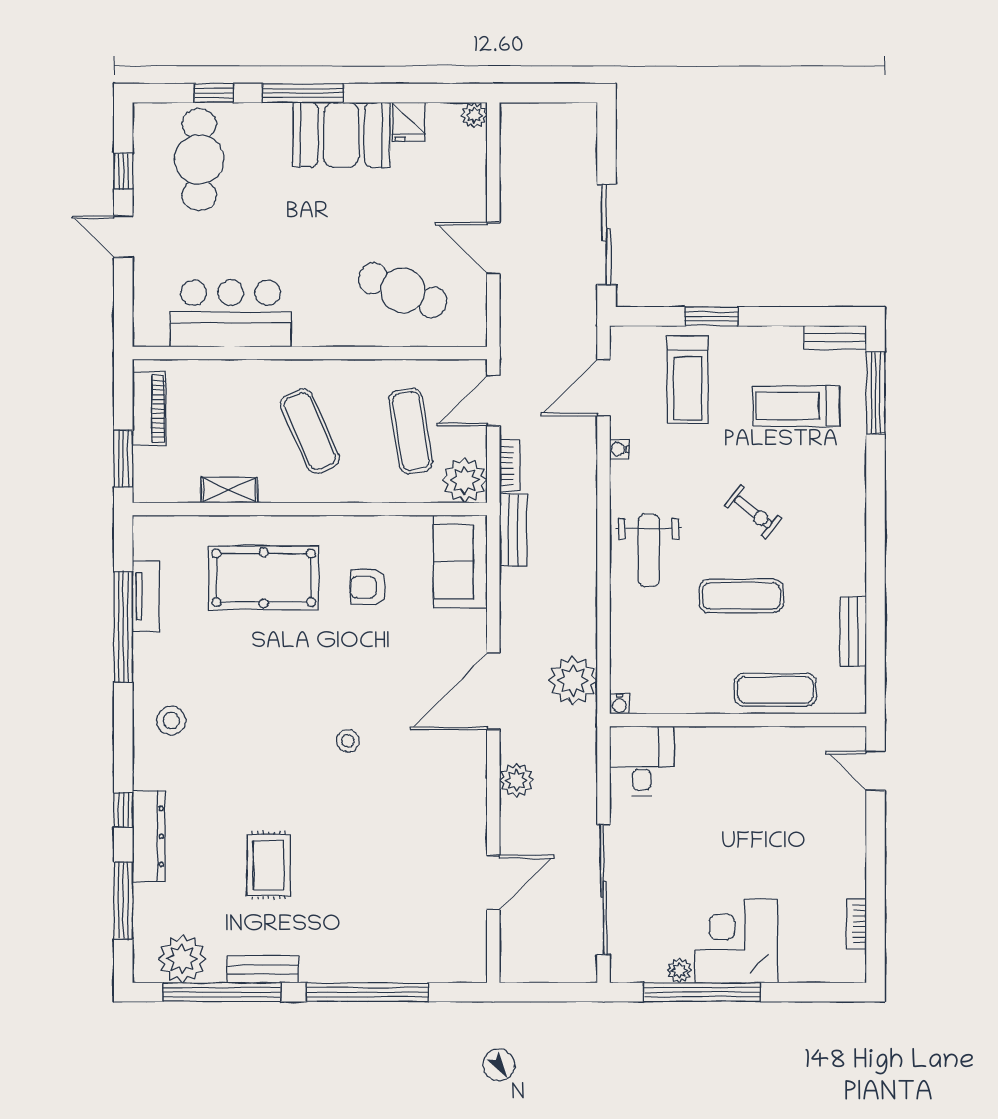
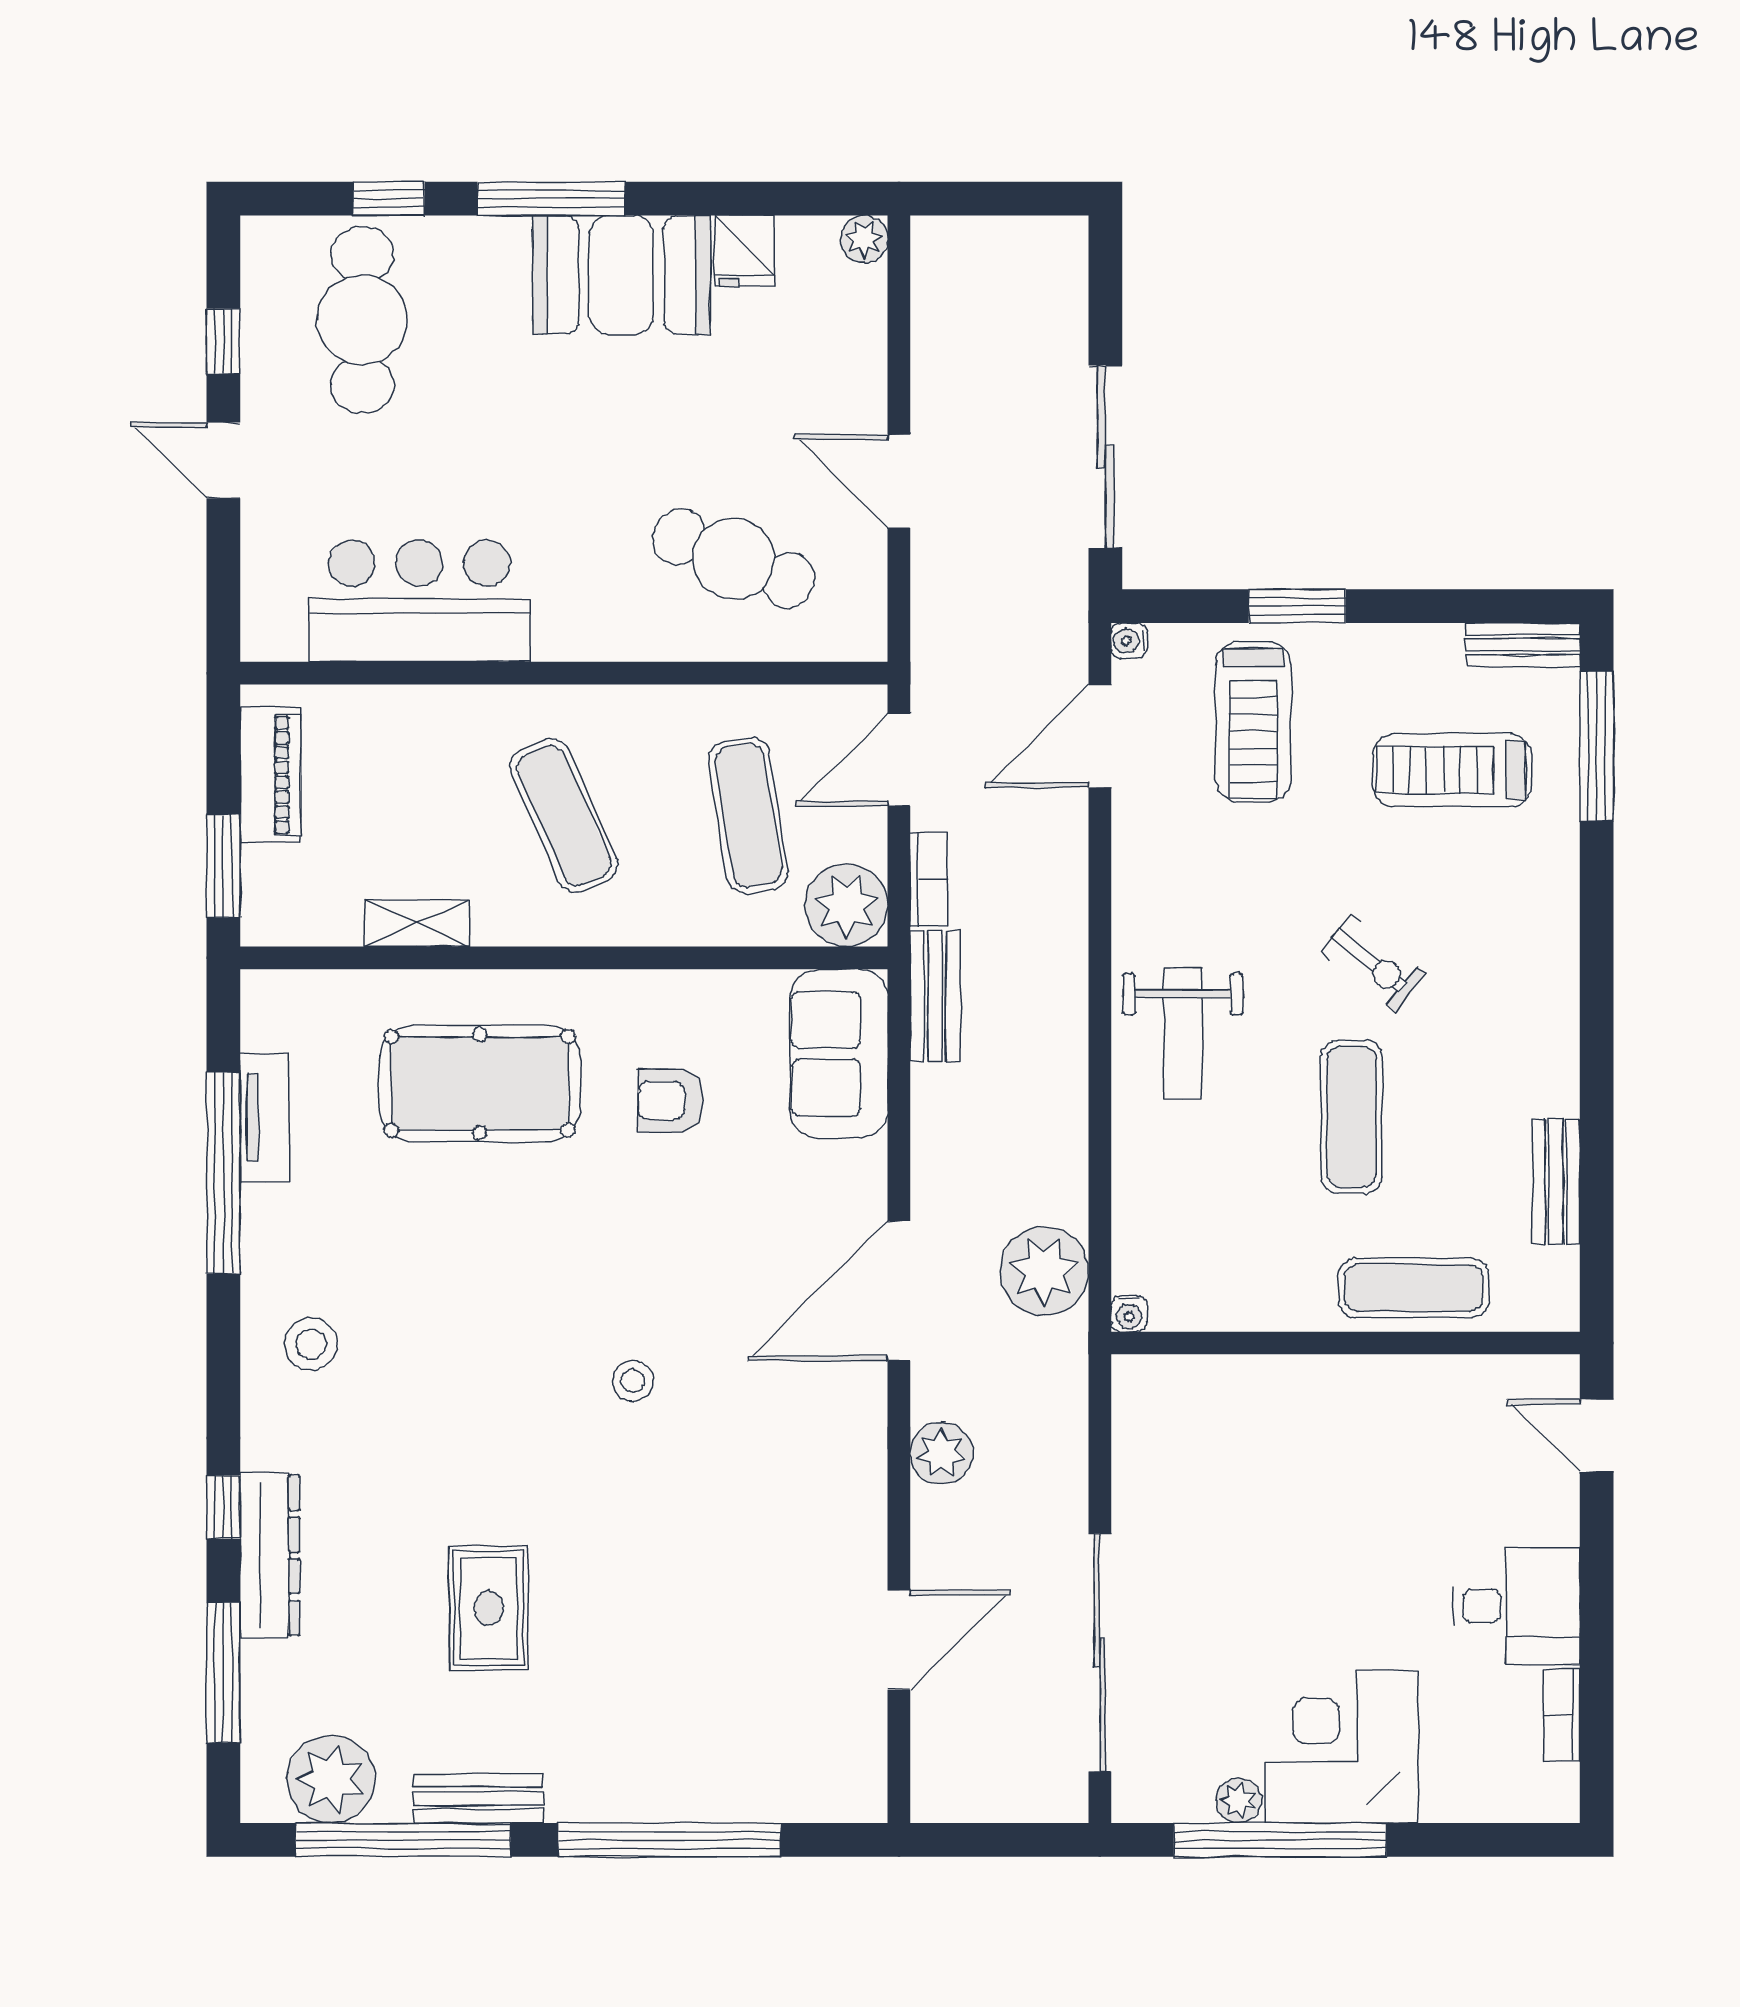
water cooler: (619, 449) -> (1129, 641), moved
exercise mat: (741, 596) -> (1352, 1117), turned 90
desk: (642, 761) -> (1516, 1606), moved, turned 90

